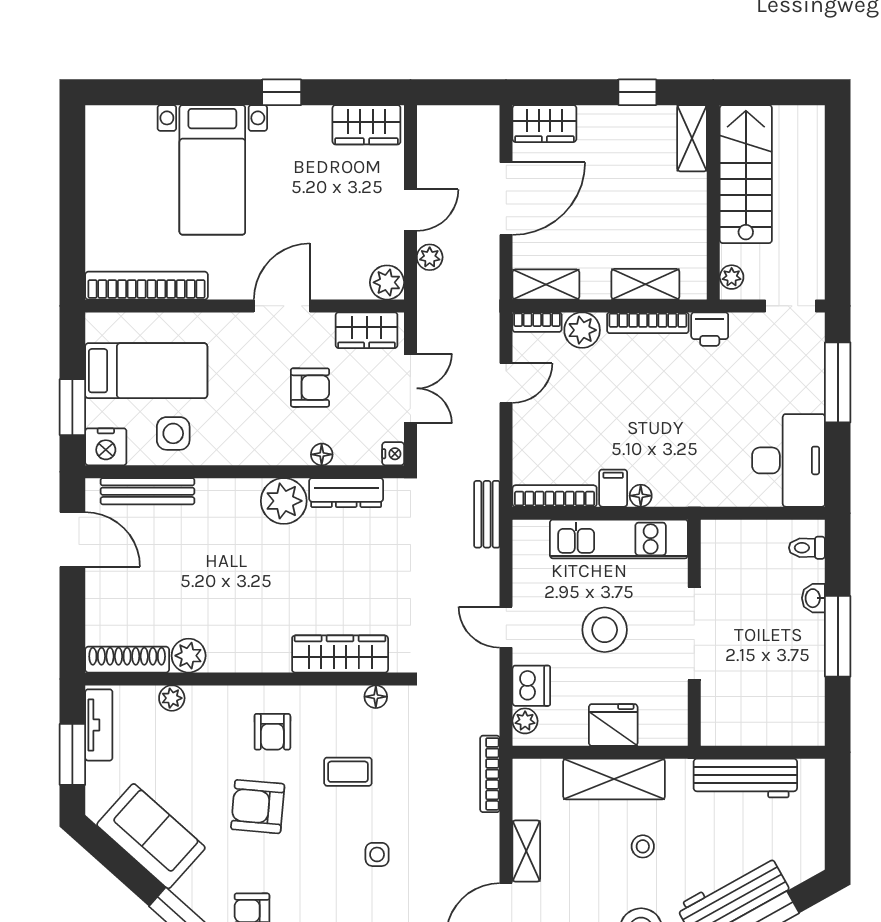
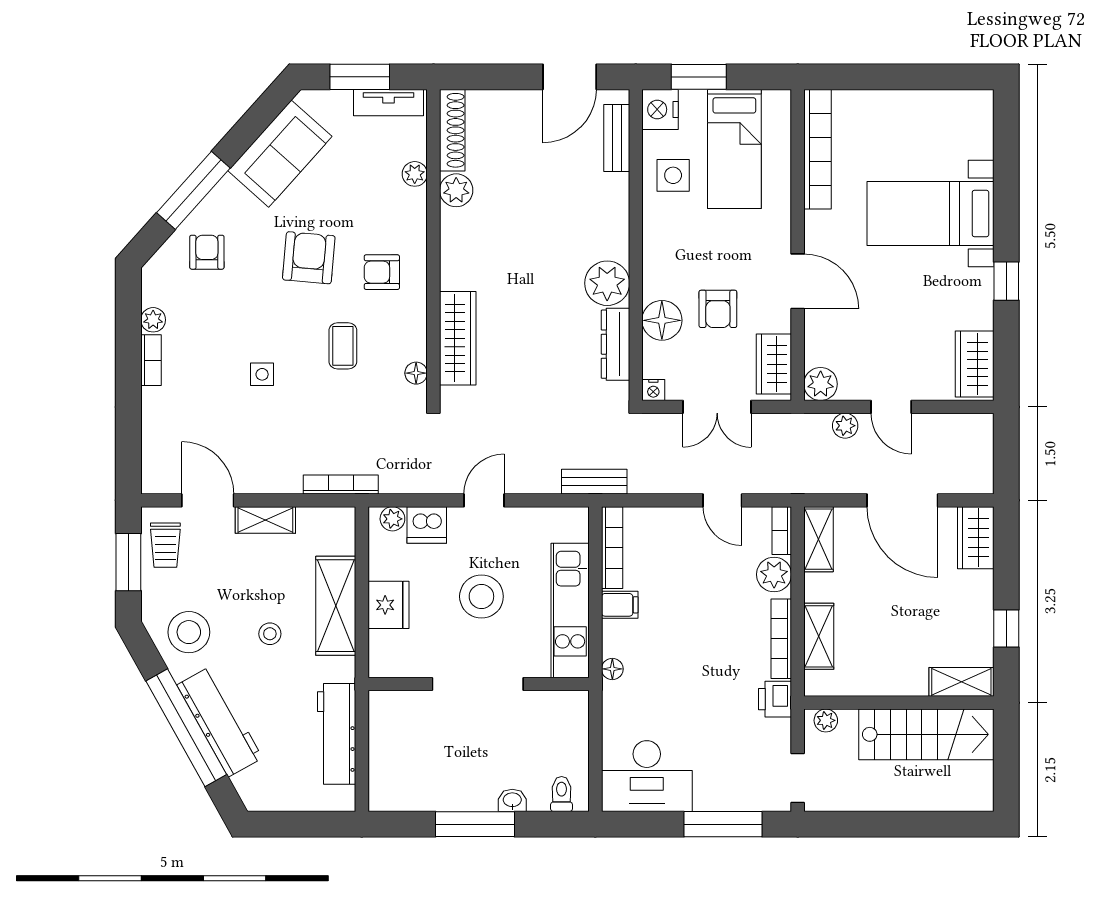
floor lamp: (322, 454) -> (662, 320), width x1.89, depth x1.89
bench: (147, 491) -> (617, 138), width x0.73
floor lamp: (641, 496) -> (612, 669), moved

